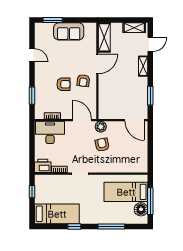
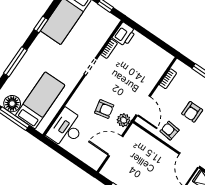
armchair: (83, 81) -> (170, 131), moved
door: (82, 120) -> (143, 106), hinge flipped
door: (135, 120) -> (115, 146), moved
desk: (50, 132) -> (66, 129), moved, turned 180

